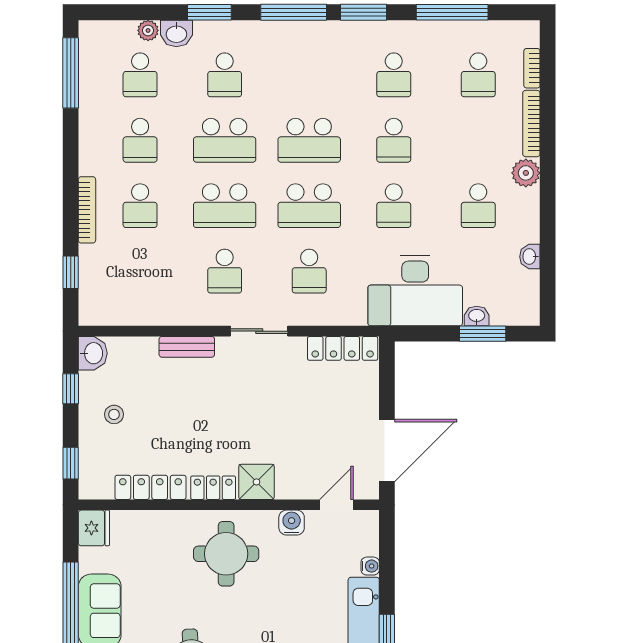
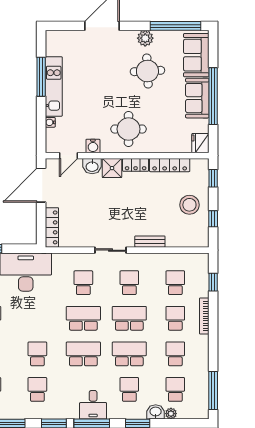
desk: (291, 47) -> (93, 405), added
school desk: (394, 206) -> (175, 283), moved
locker: (343, 348) -> (52, 227), moved, turned 90
washbasin: (93, 353) -> (92, 166), moved, turned -90
stool: (114, 414) -> (189, 205), width x1.89, depth x1.89

